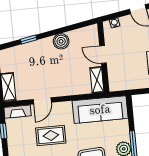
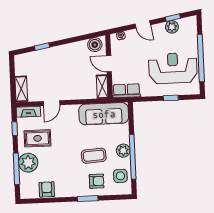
boiler: (61, 41) -> (95, 45), moved
row of seats: (124, 83) -> (126, 91), added
rug: (51, 135) -> (38, 138), moved

